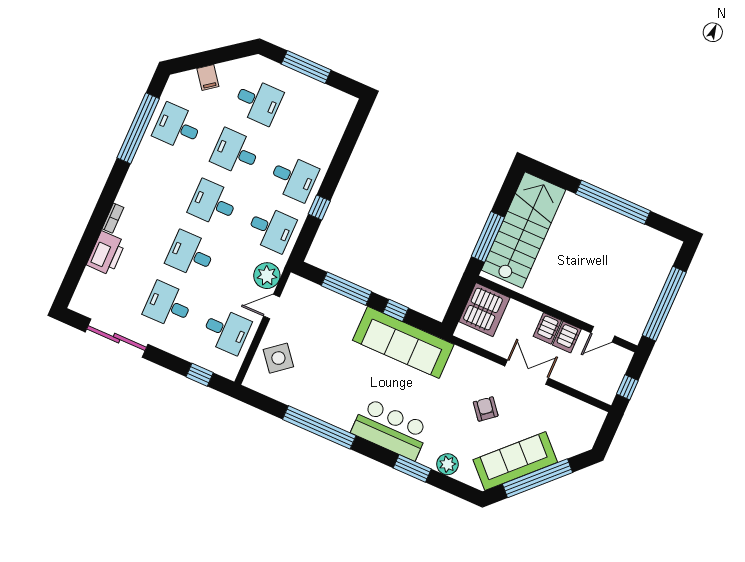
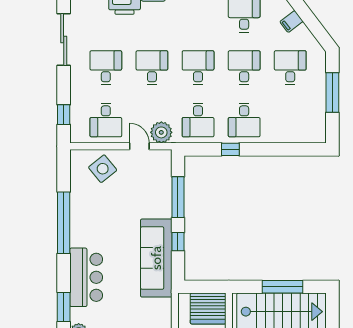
desk: (258, 101) -> (290, 68), turned 180
window: (488, 237) -> (282, 287), moved

